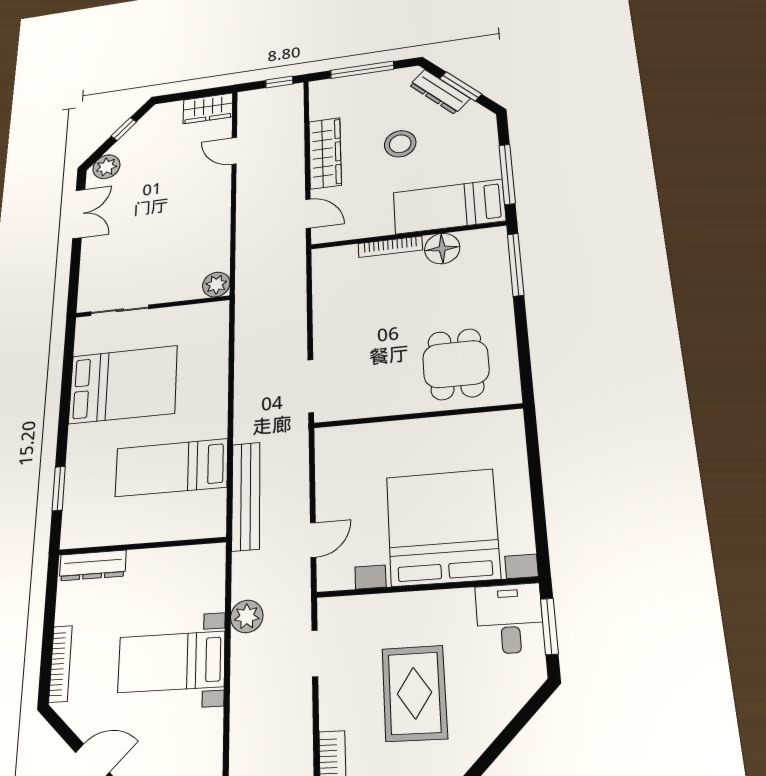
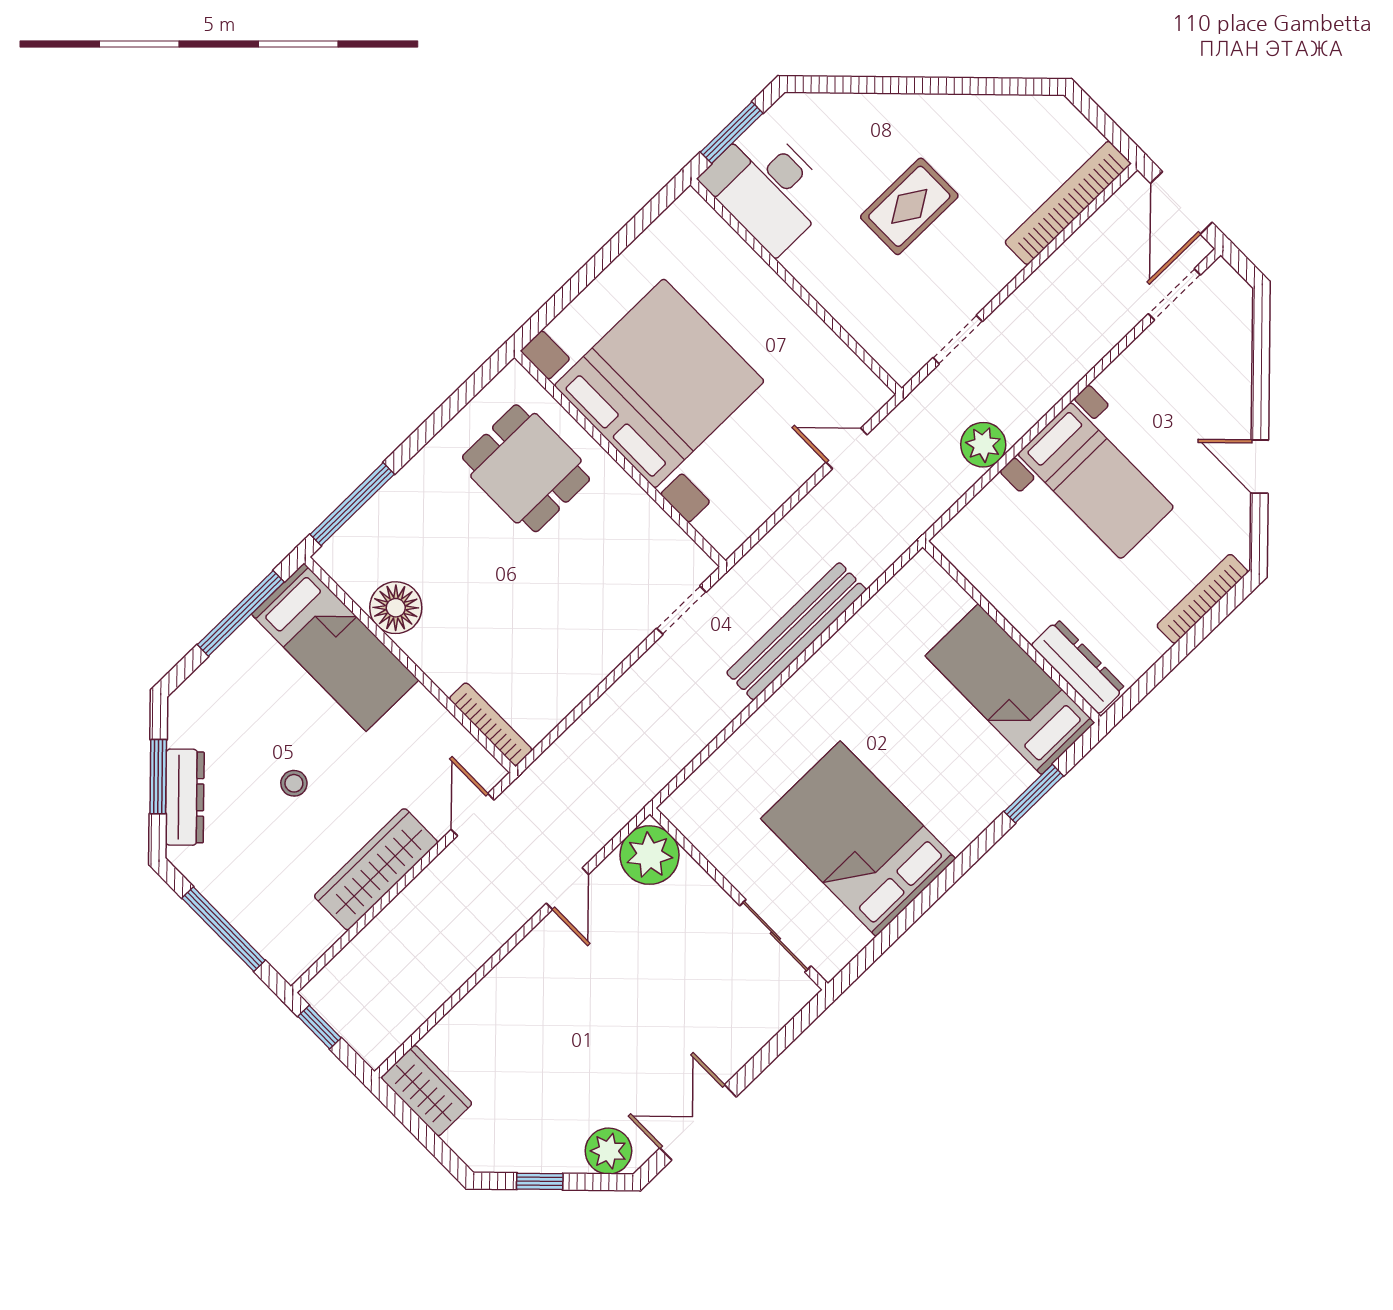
stool: (400, 144) -> (294, 783), width x0.53, depth x0.53
door: (234, 151) -> (567, 889), moved
bookcase: (390, 247) -> (491, 724), moved
plant: (216, 284) -> (650, 855), width x1.36, depth x1.36
dining table: (456, 364) -> (526, 468), turned 90
doorway: (311, 386) -> (681, 610), width x0.73
bed: (171, 468) -> (1010, 689), moved, turned 180
bench: (246, 496) -> (796, 631), moved
bed with nightstands: (443, 527) -> (659, 383), moved, turned 180
desk: (510, 619) -> (768, 188), width x1.37
rug: (414, 693) -> (909, 206), width x0.73, depth x0.70

